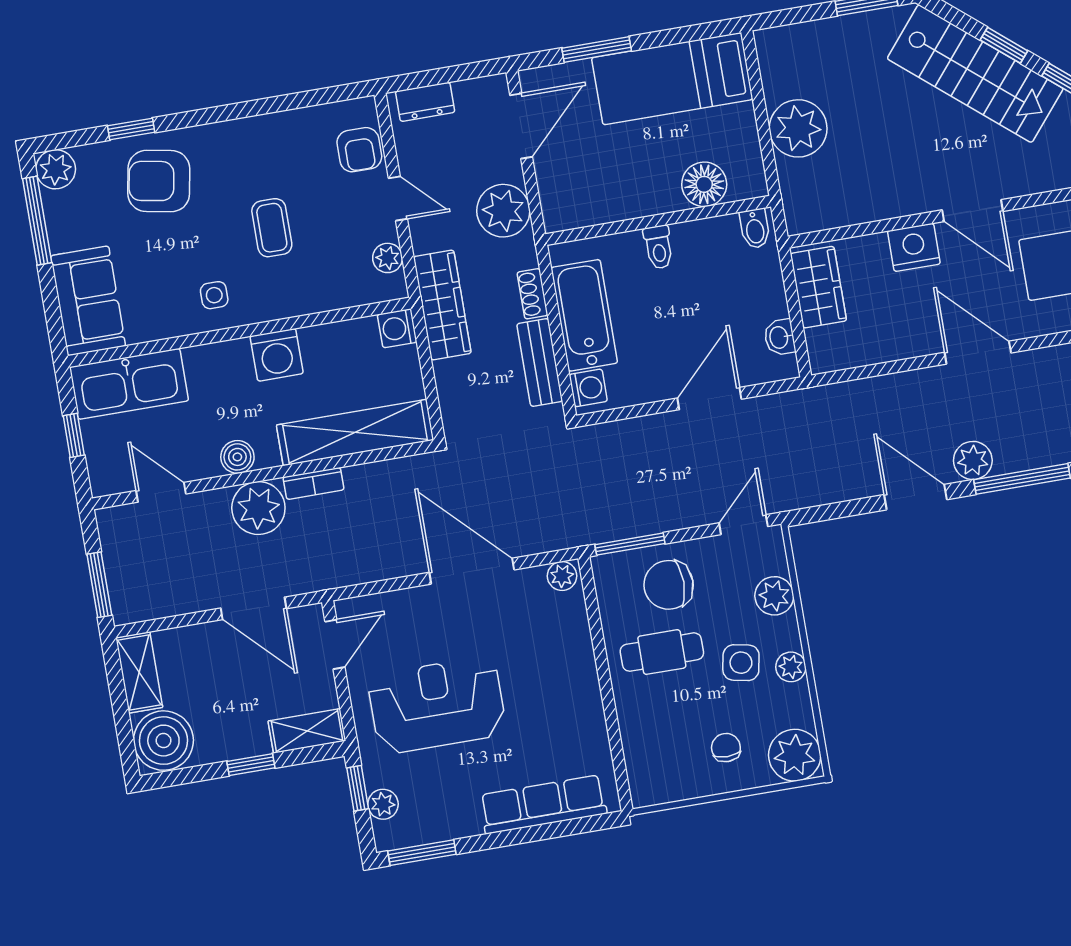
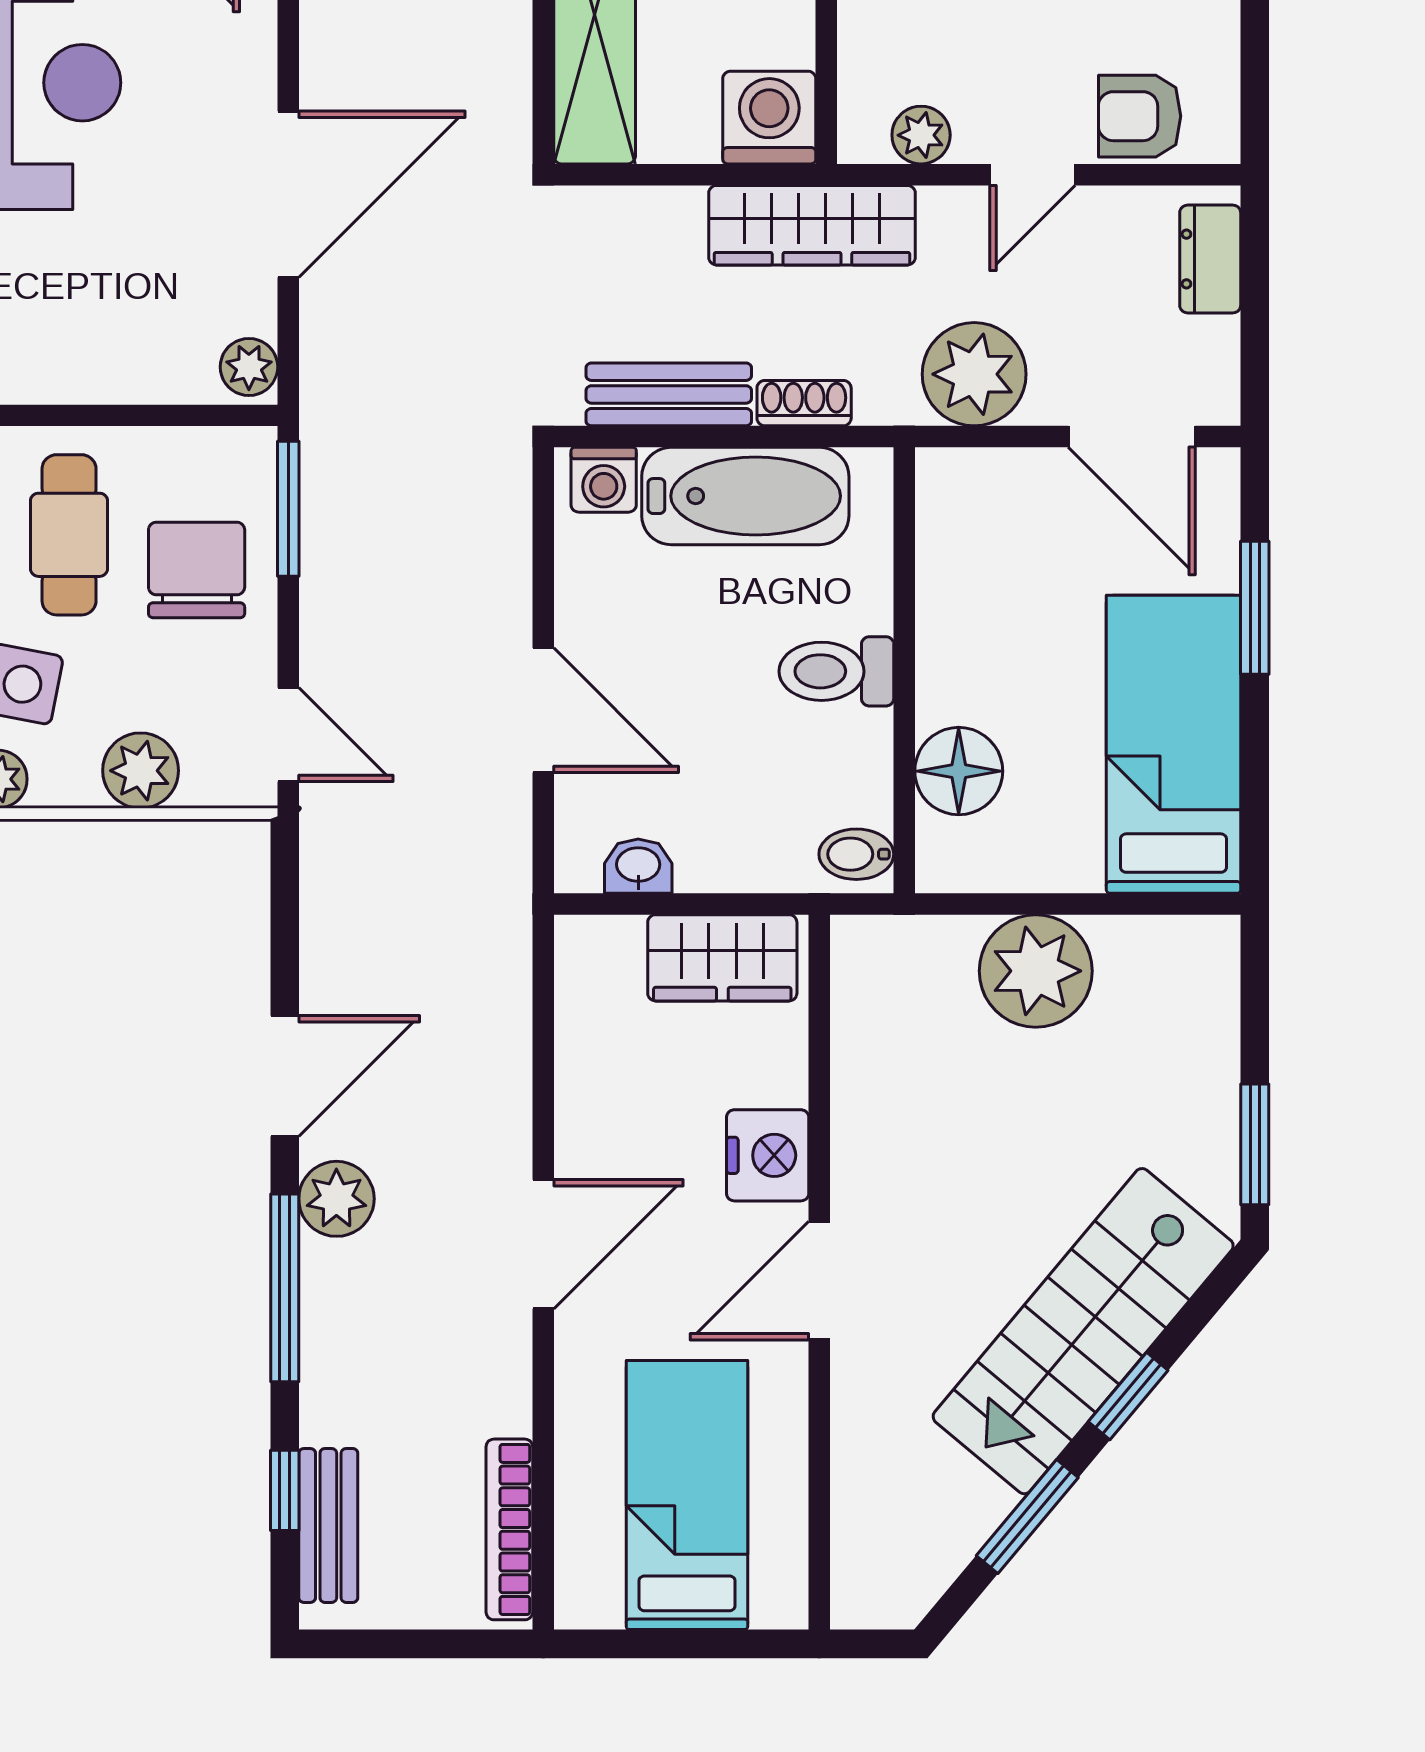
toilet: (658, 247) -> (836, 671), width x1.37, depth x1.39
washing machine: (397, 328) -> (769, 118), width x1.38, depth x1.38

